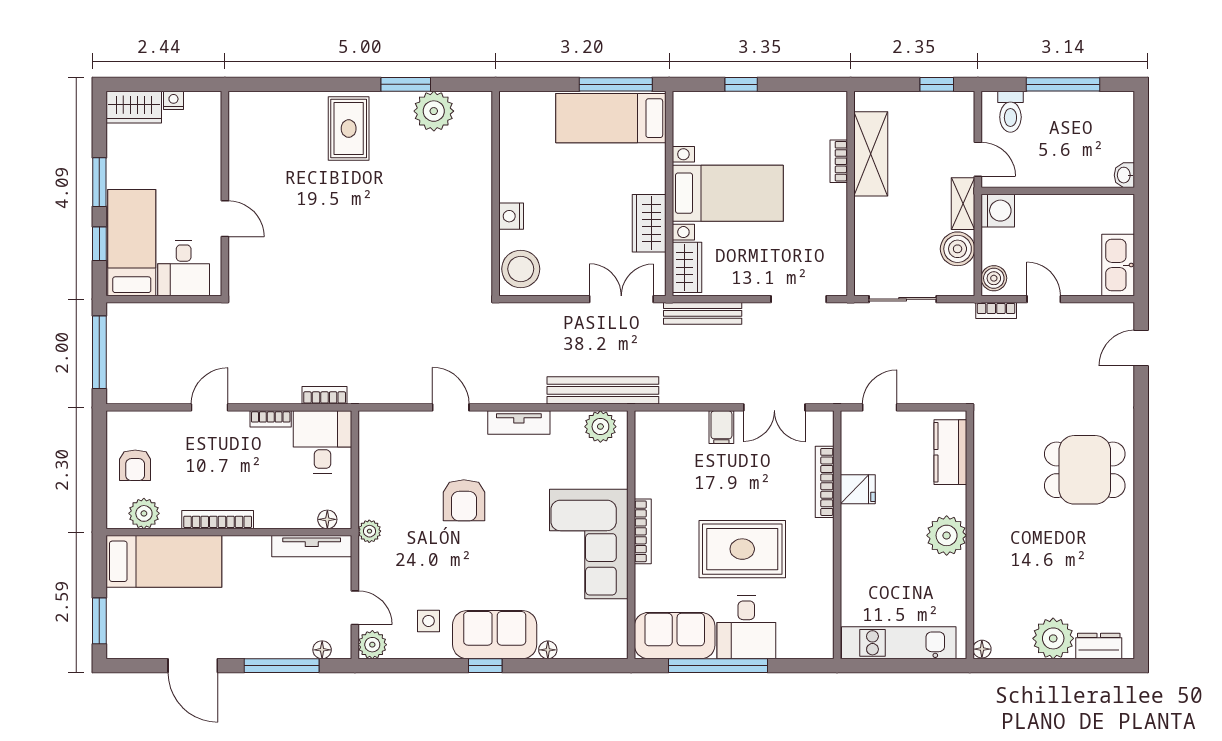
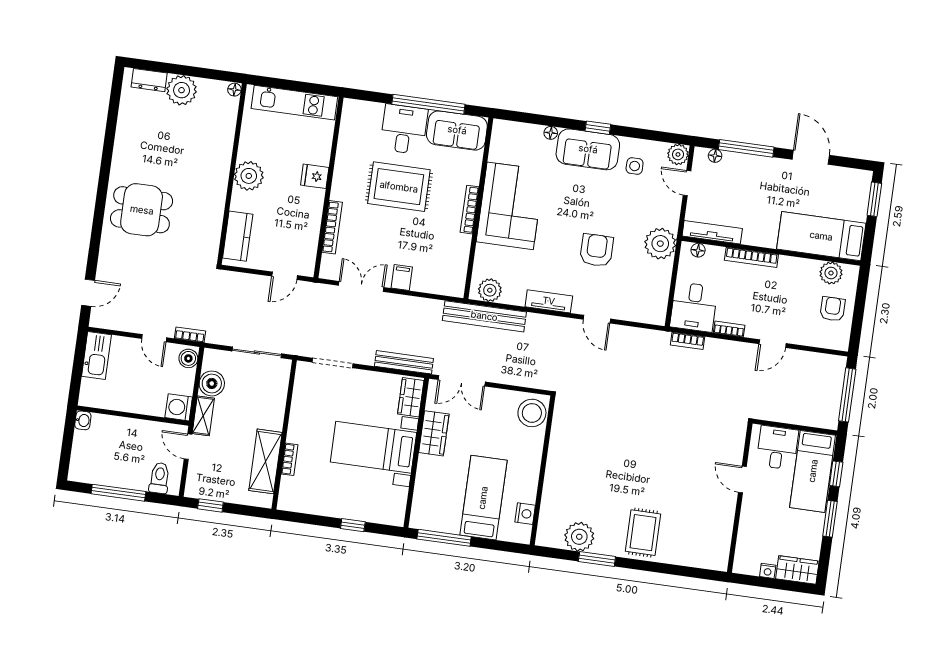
bed: (611, 118) -> (483, 498), moved, turned -90
nightstand: (511, 216) -> (525, 514), moved
fridge: (858, 489) -> (315, 176), moved
bookcase: (218, 520) -> (751, 257), moved
plant: (369, 531) -> (660, 244), width x1.88, depth x1.88

